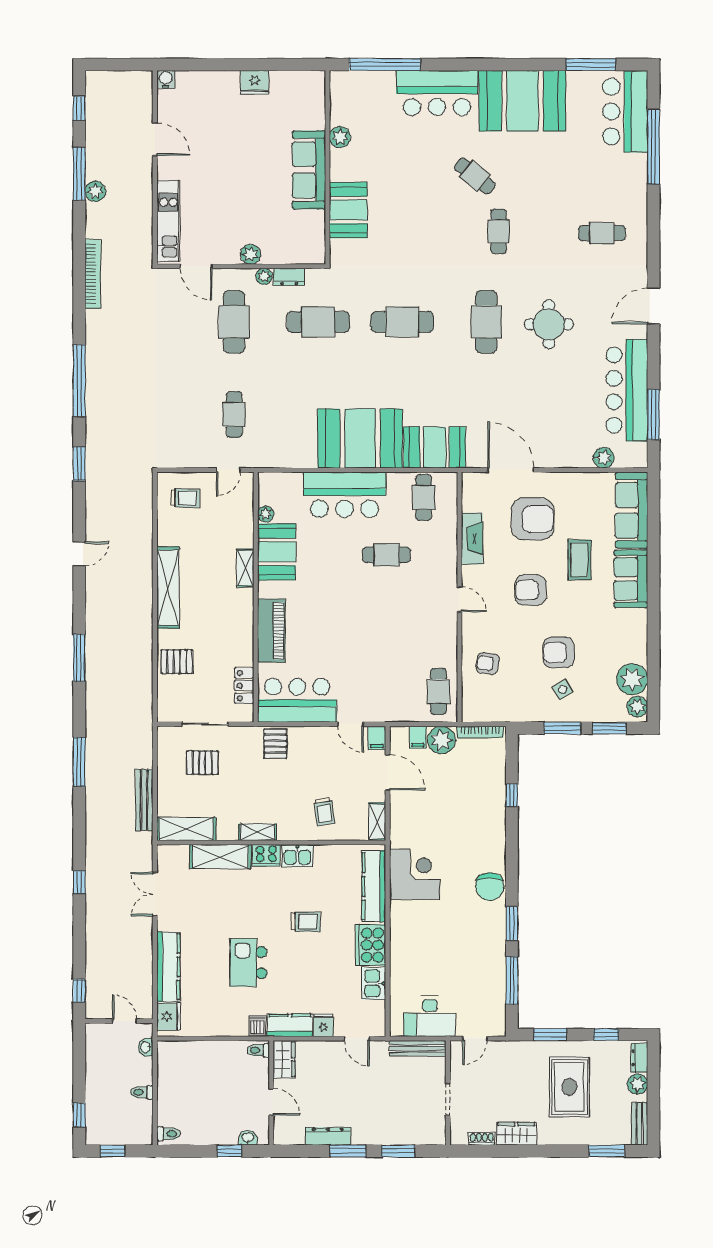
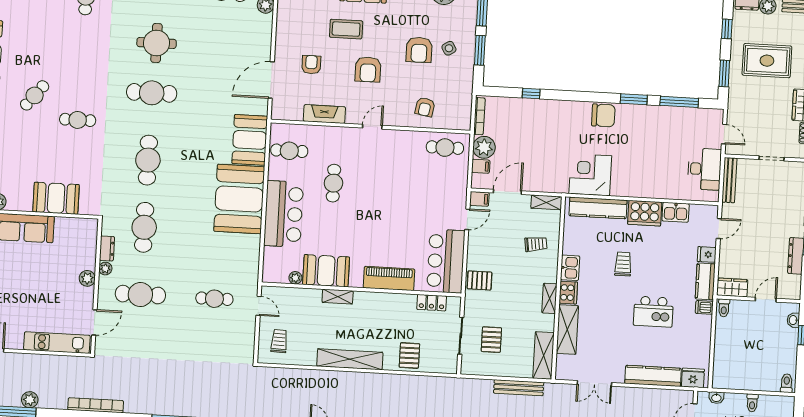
cafe table: (499, 231) -> (78, 120), moved
armchair: (533, 519) -> (311, 65), width x0.53, depth x0.53

